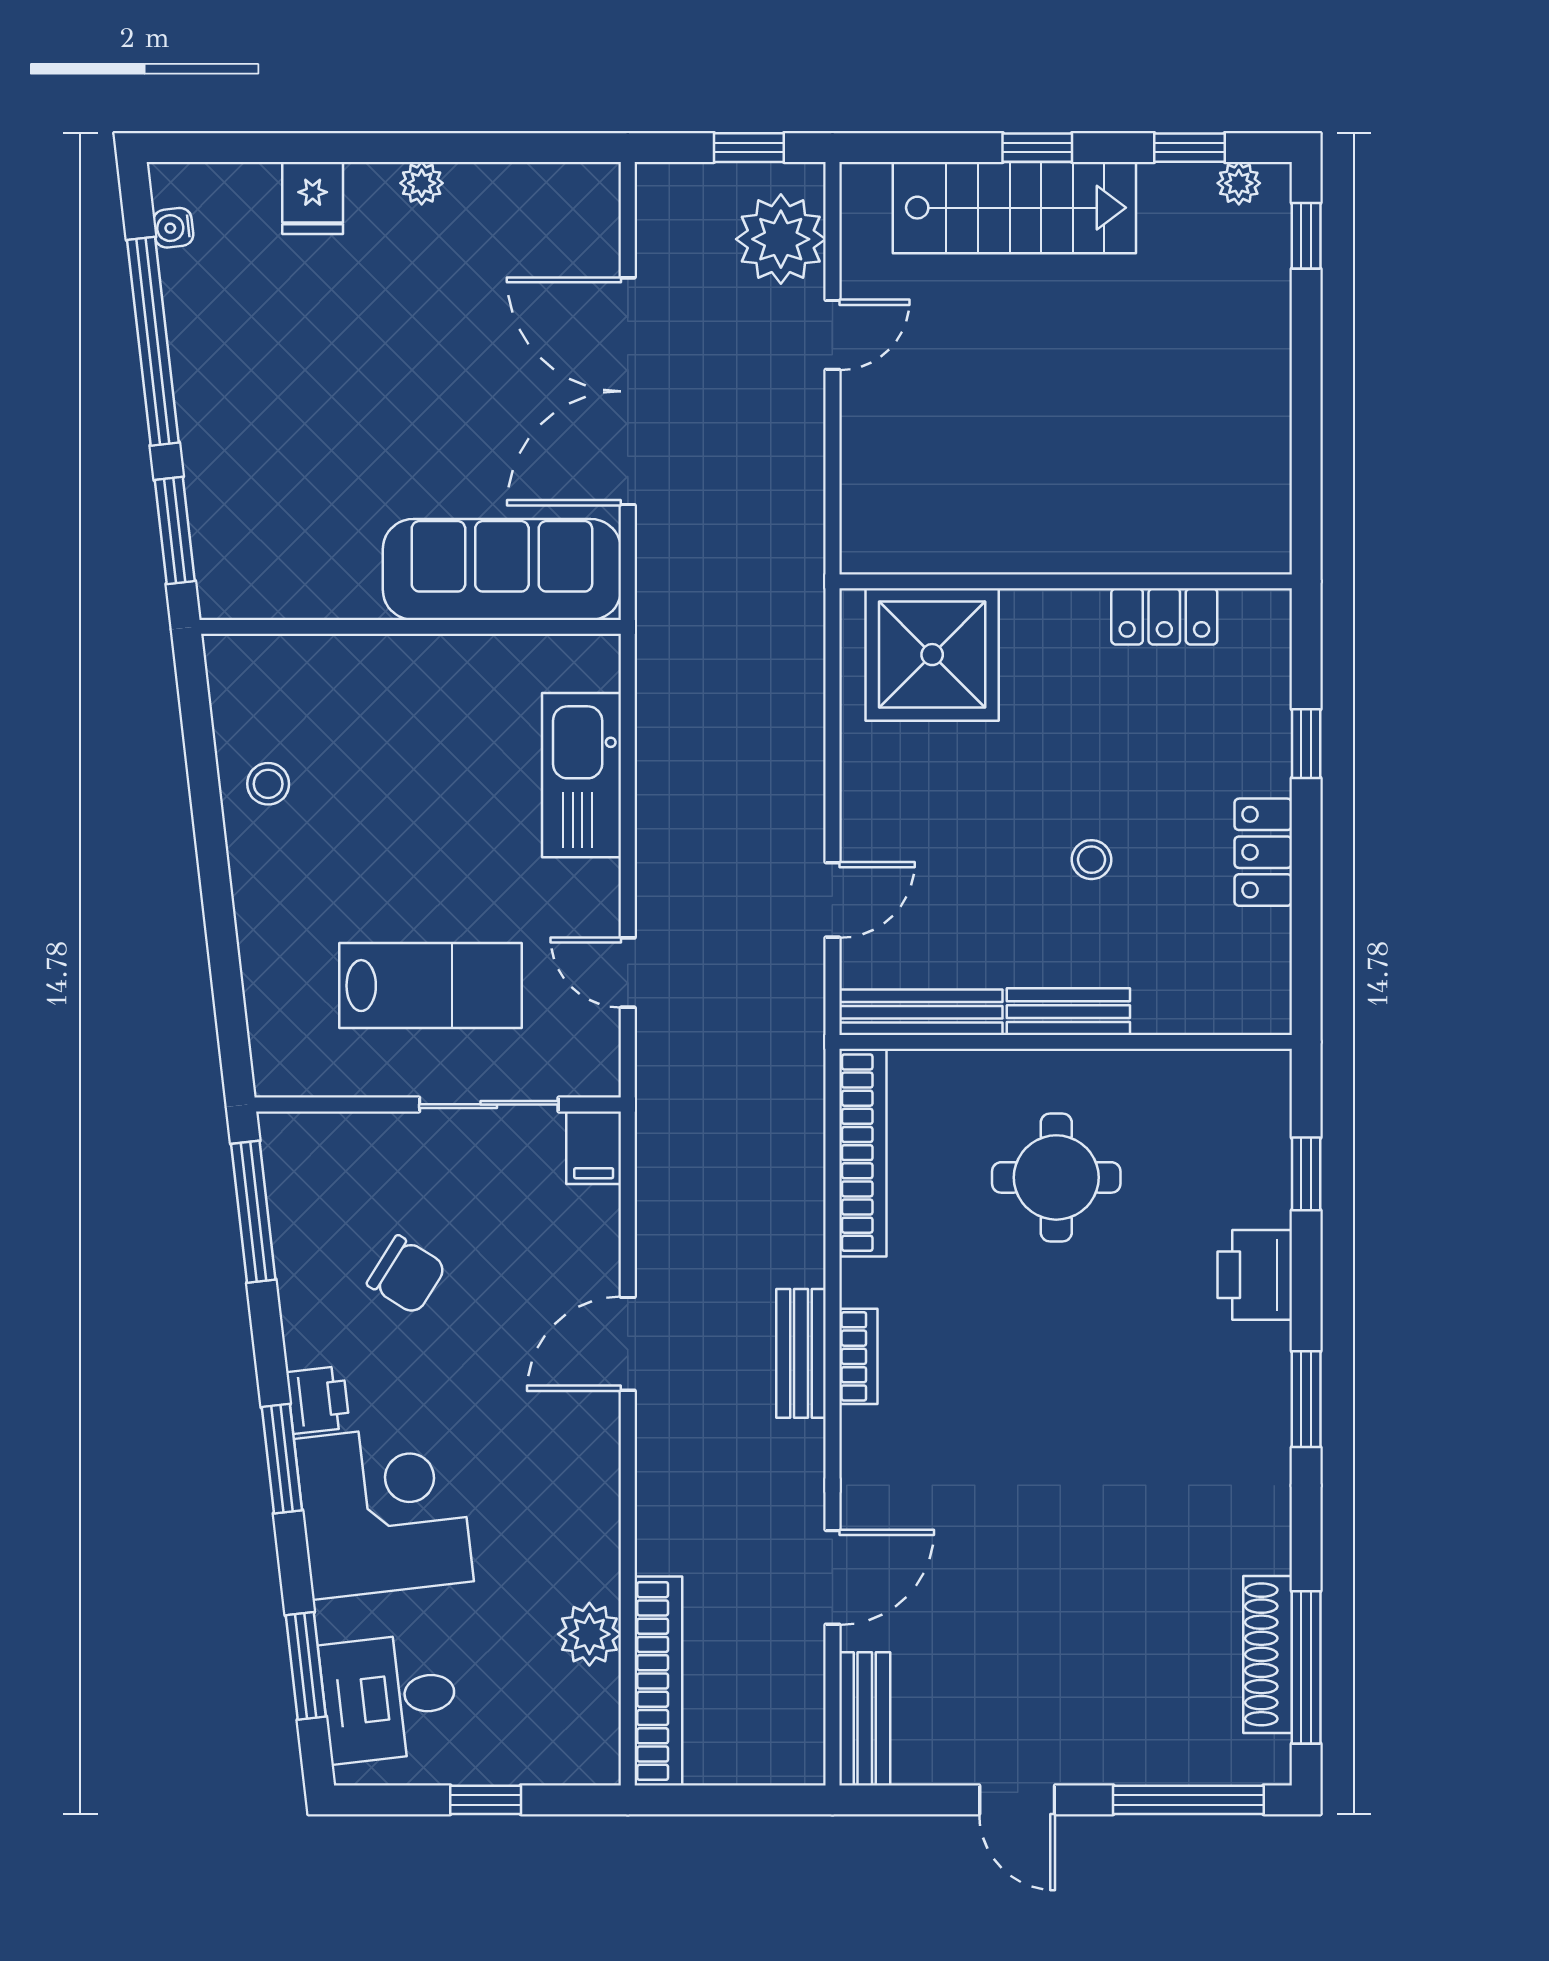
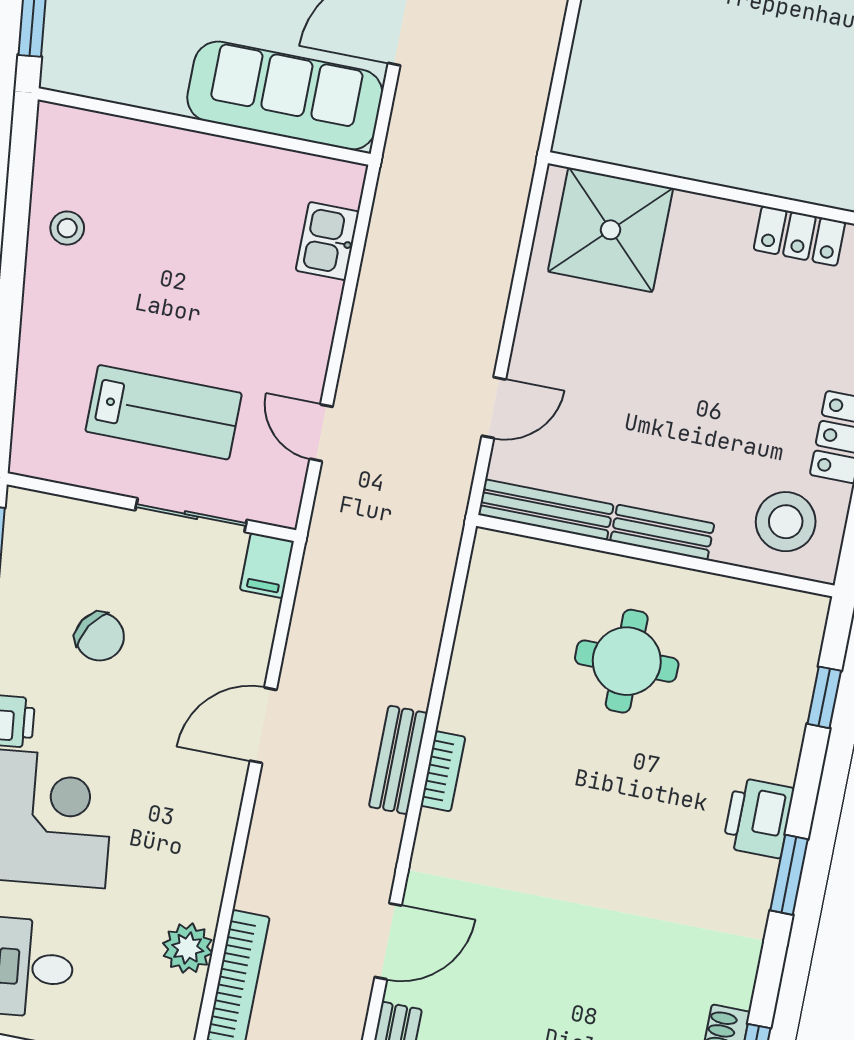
kitchen sink: (582, 775) -> (327, 241), width x0.53, depth x0.81
stool: (1092, 860) -> (786, 522), moved, width x1.89, depth x1.89
bookcase: (863, 1153) -> (478, 611), removed
printer: (1255, 1275) -> (758, 818), moved

